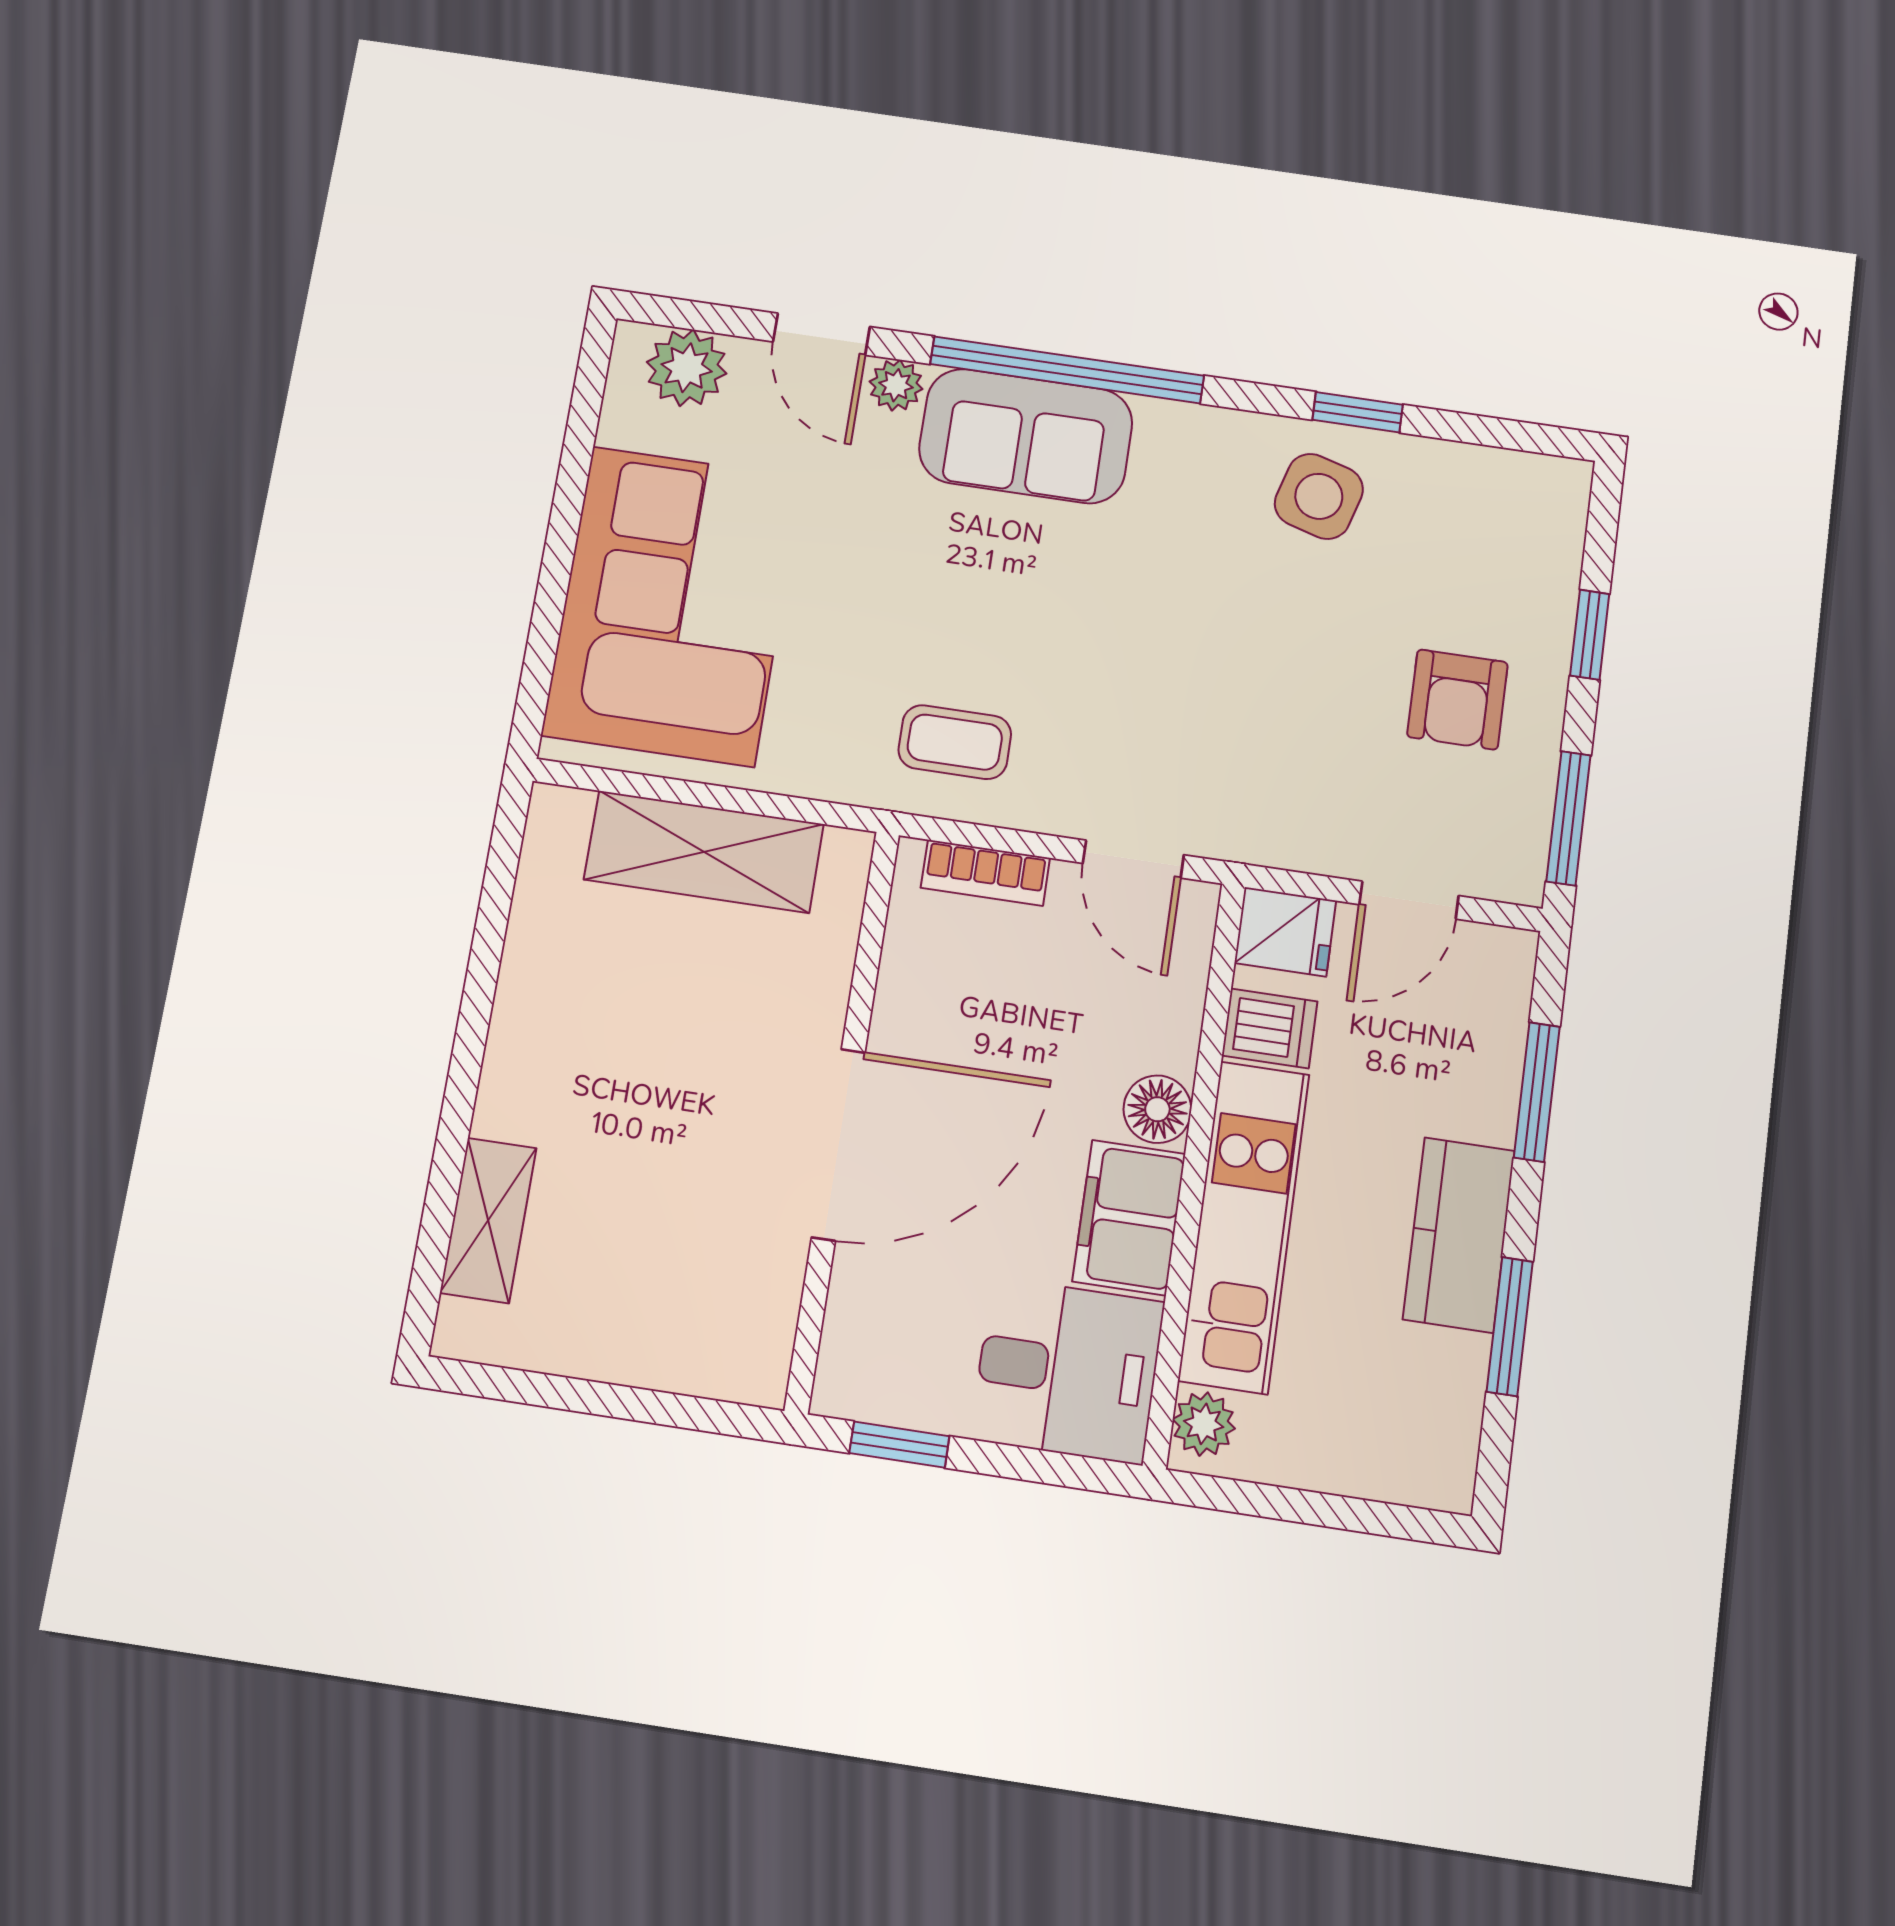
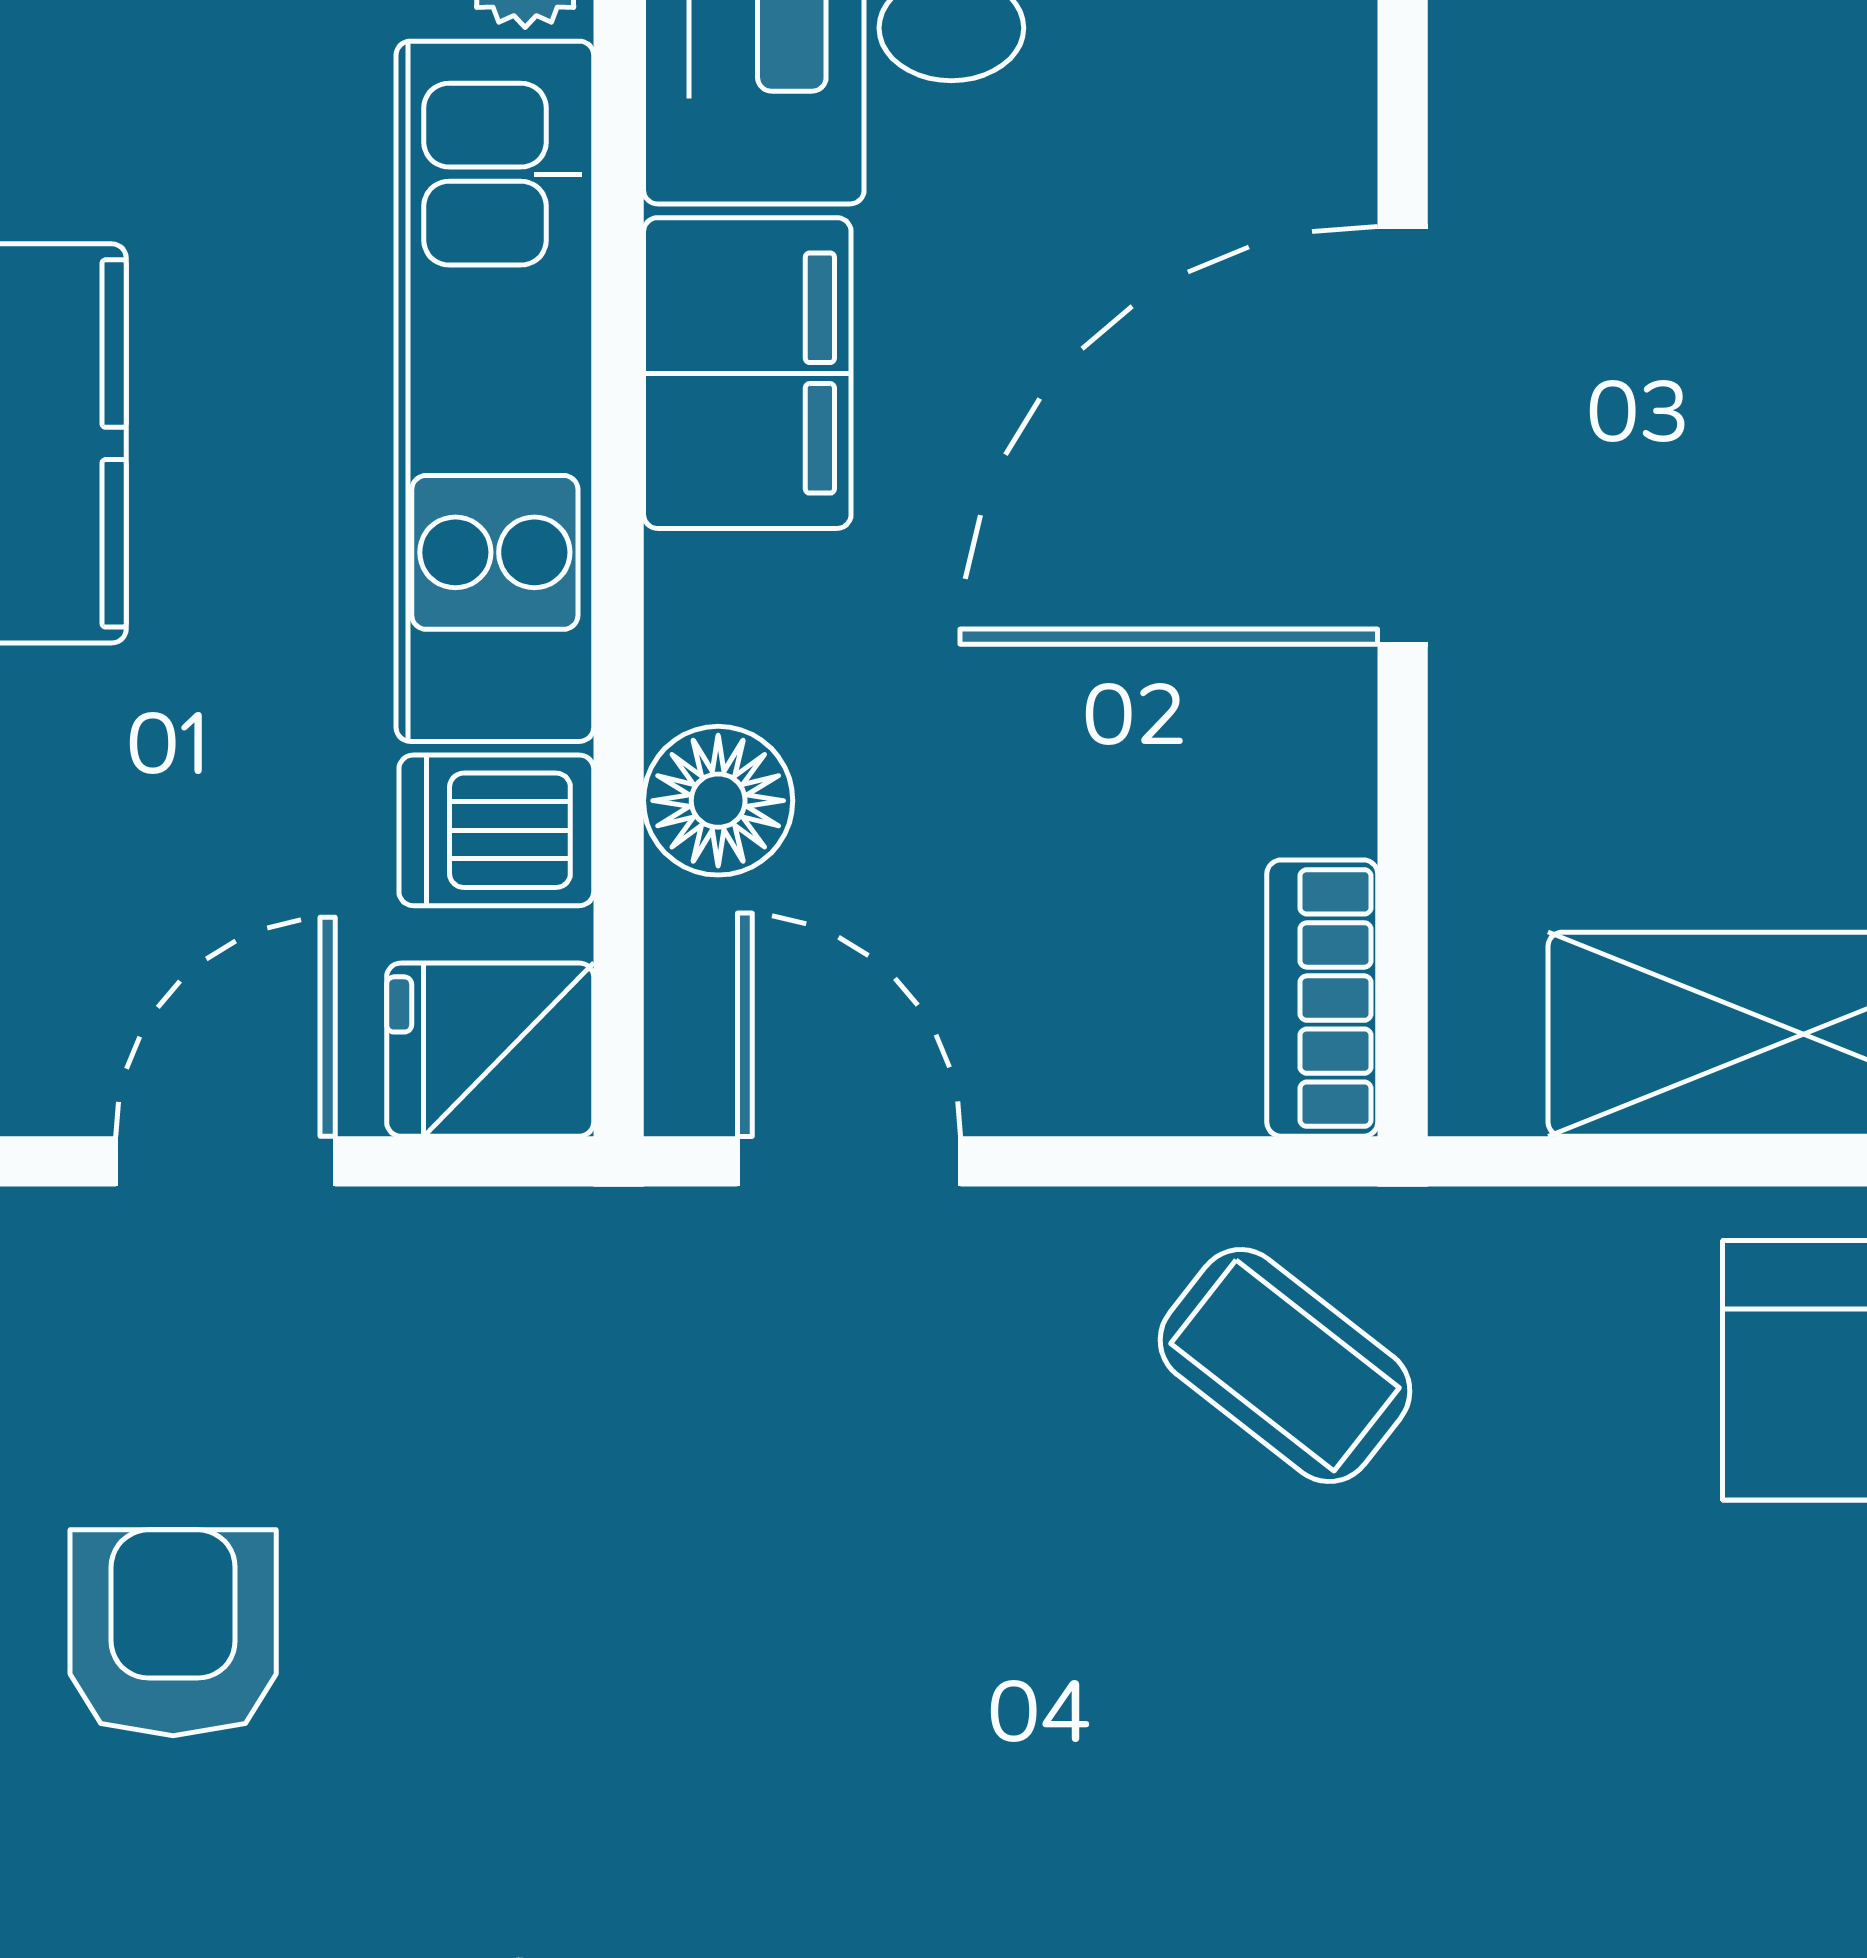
coffee table: (955, 742) -> (1285, 1366), turned 38
bookcase: (985, 873) -> (1322, 998), moved, turned -90
floor lamp: (1157, 1109) -> (718, 801), moved

